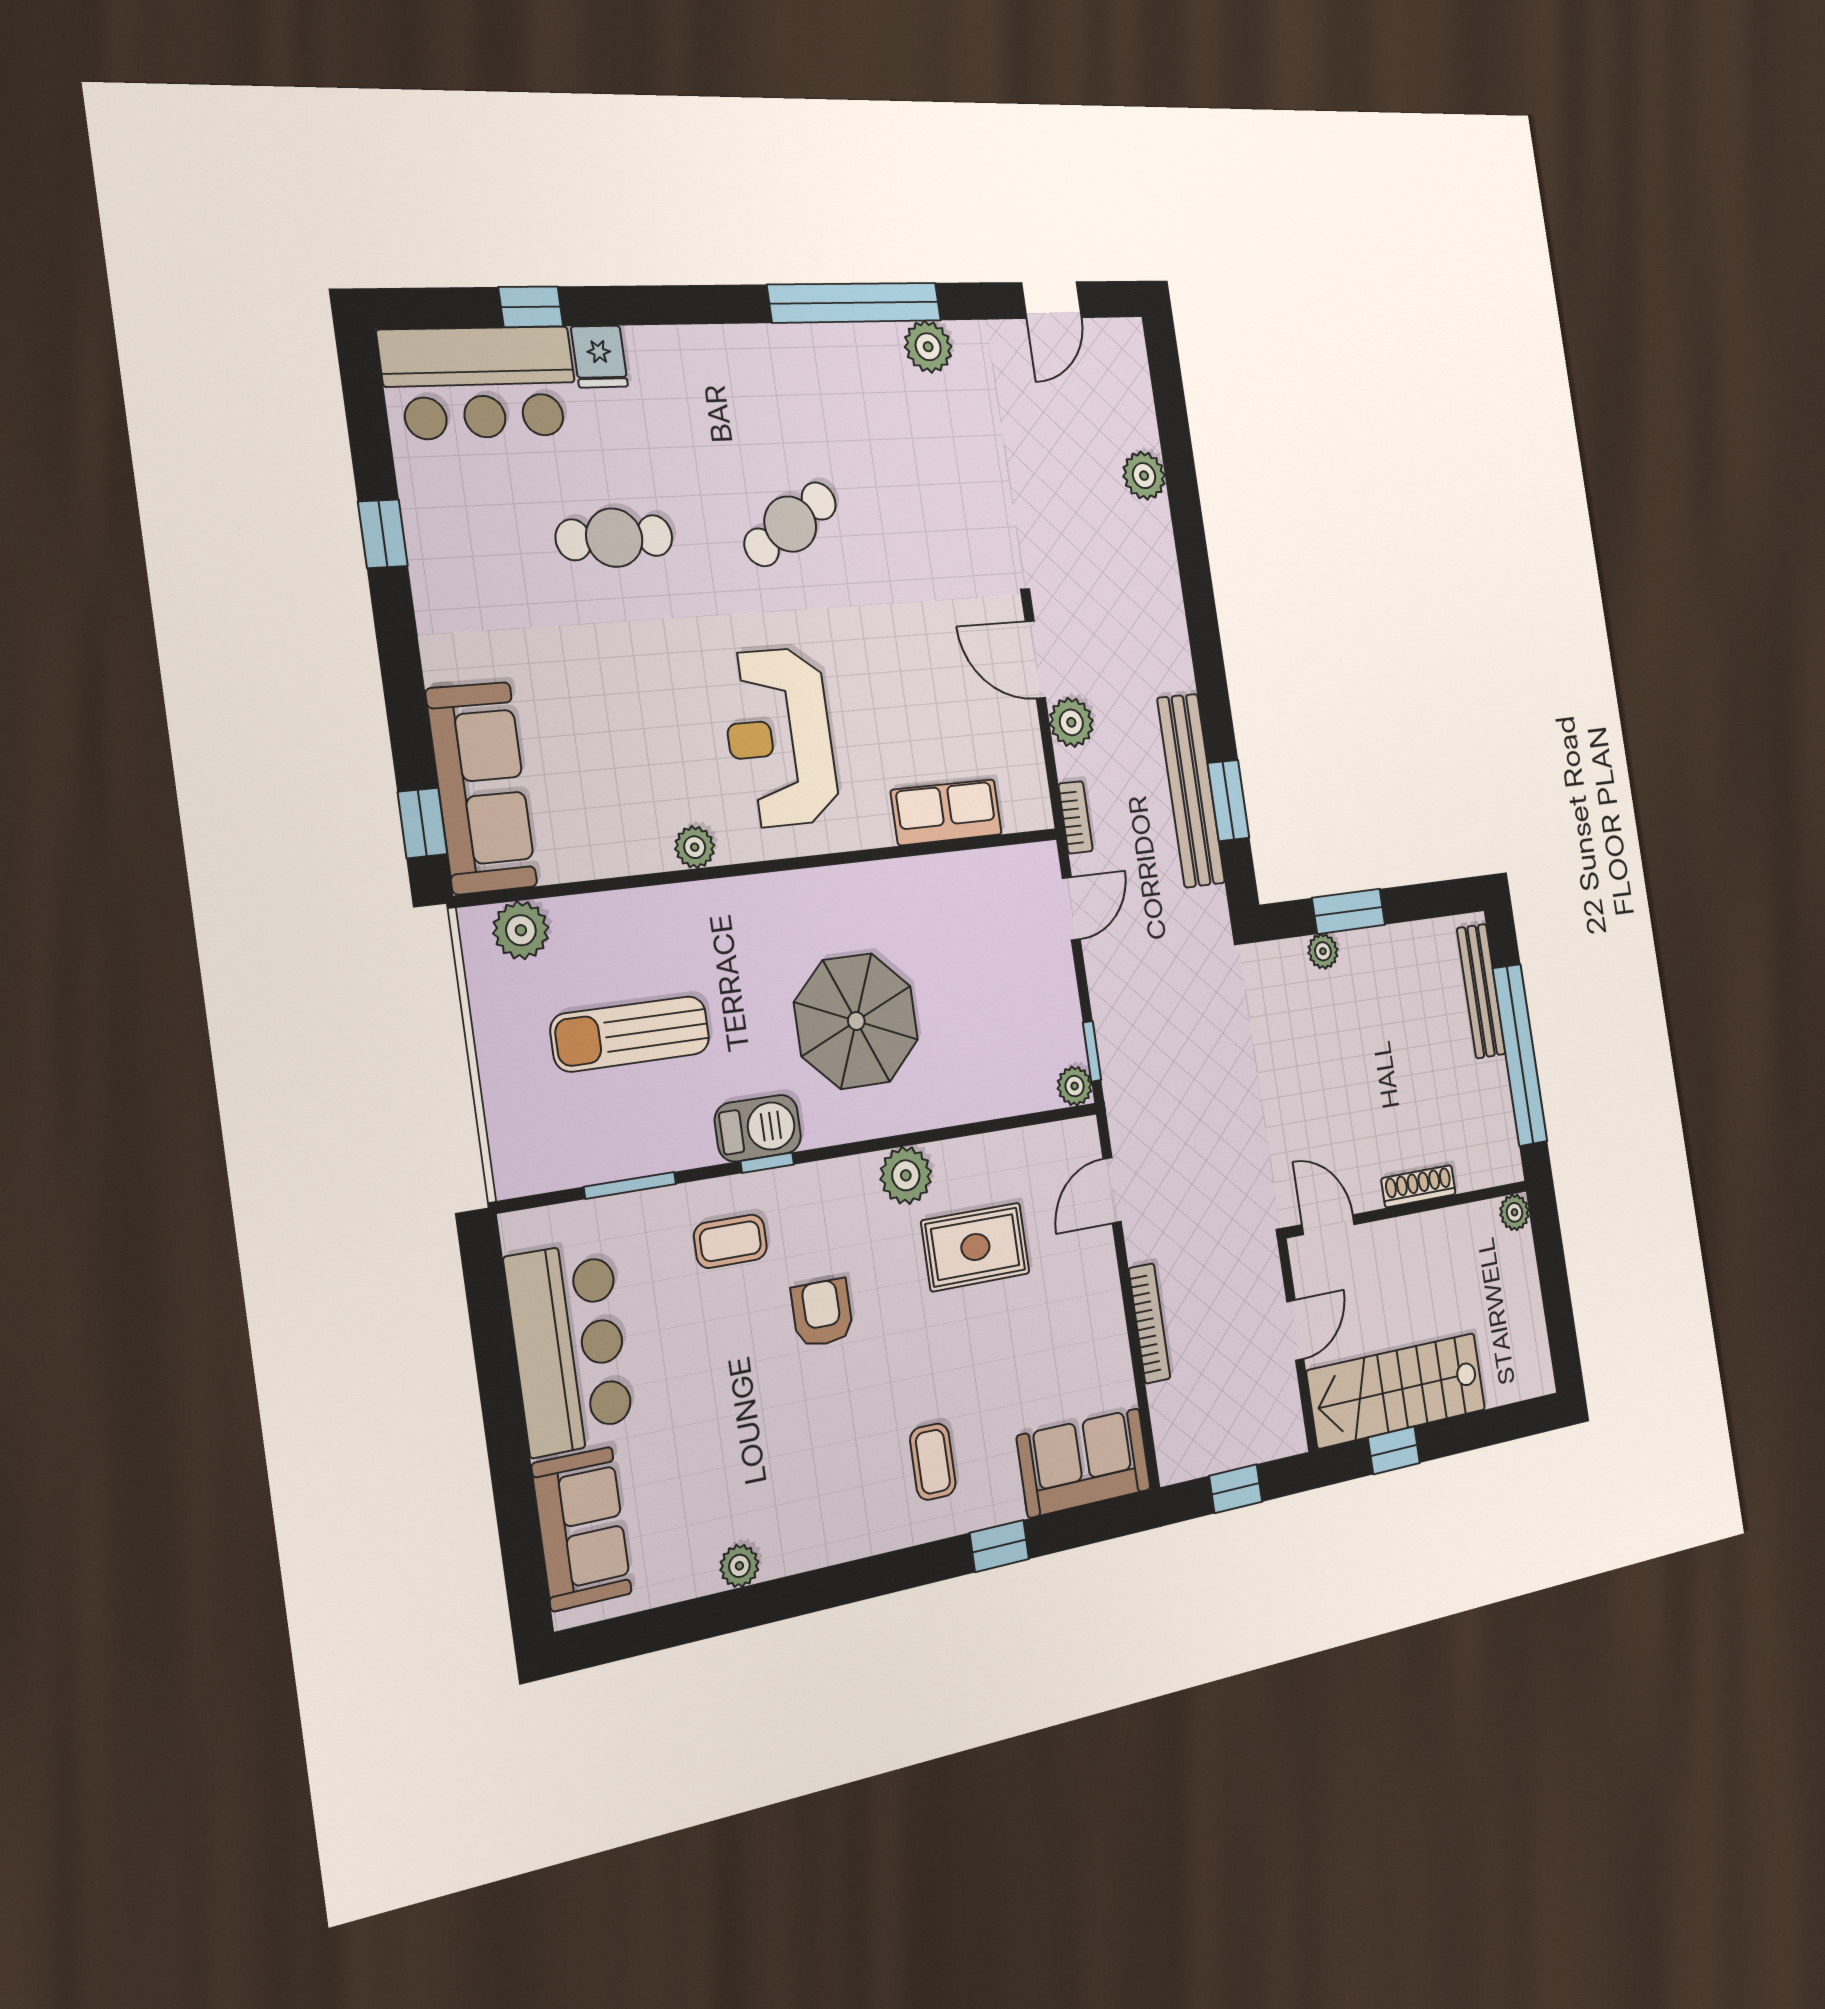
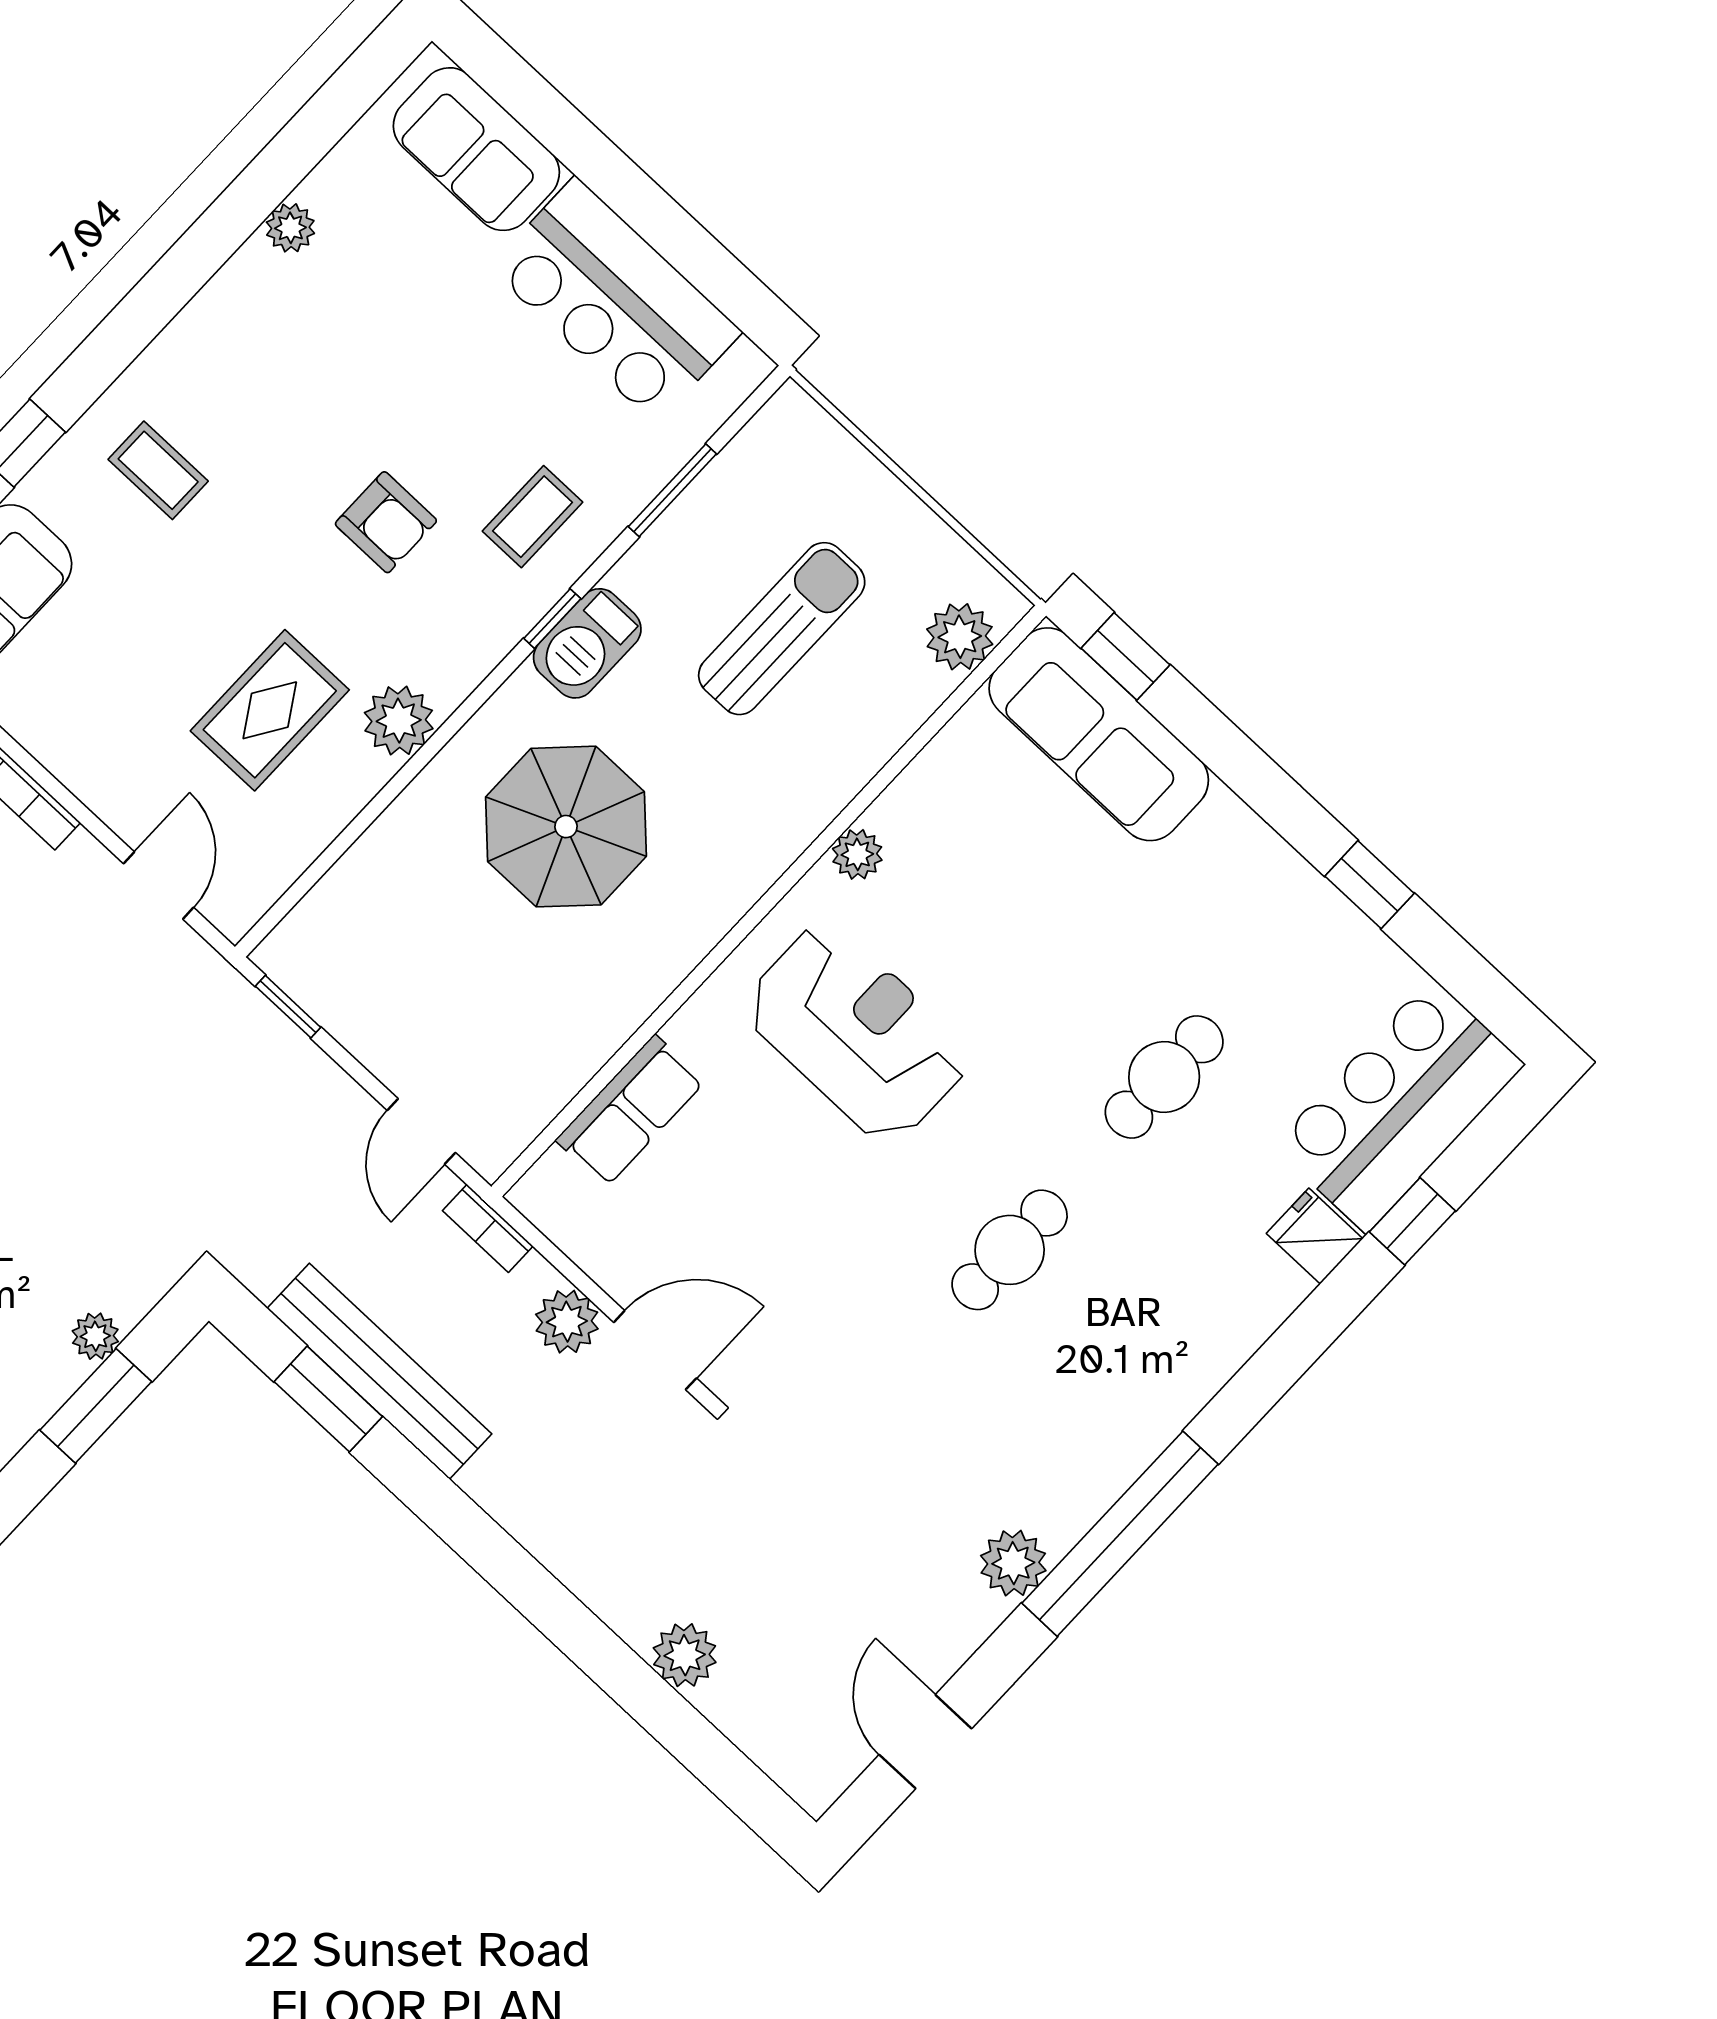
cafe table: (790, 524) -> (1010, 1250), turned 32
plant: (1075, 1086) -> (281, 956), removed

